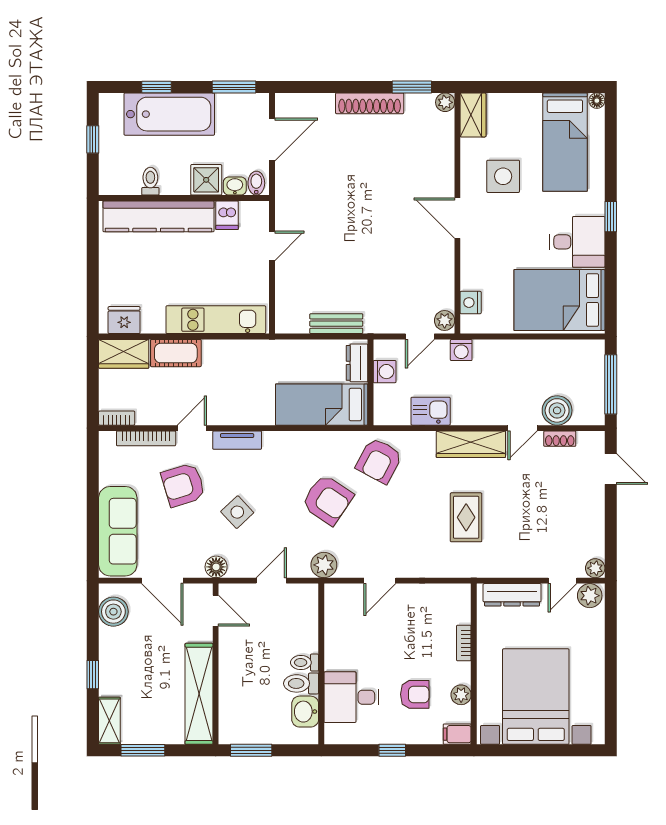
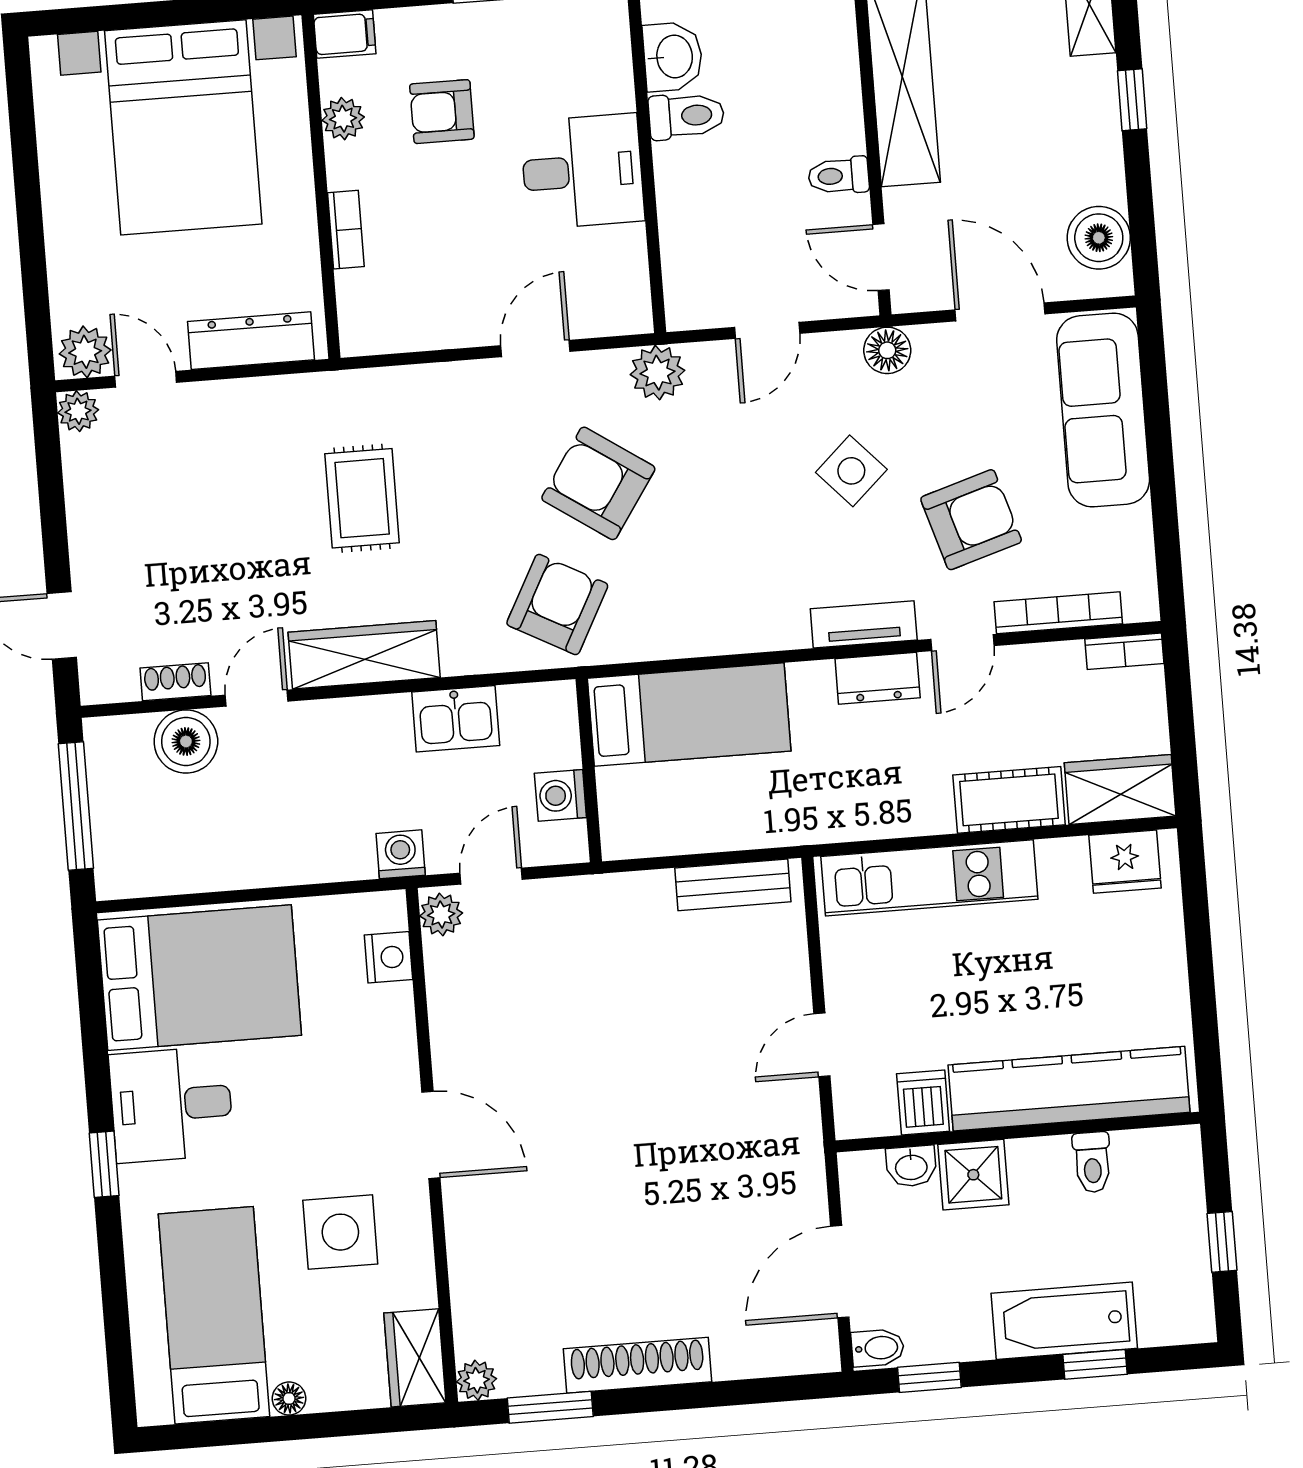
window: (234, 87) -> (929, 1377), width x0.67
floor lamp: (597, 101) -> (289, 1399), moved
bathtub: (169, 114) -> (1064, 1321), width x0.73, depth x0.73
bidet: (256, 183) -> (878, 1348), moved, turned -90
bench: (336, 324) -> (733, 885), moved
dresser: (357, 363) -> (878, 678), moved, turned 90
armchair: (327, 500) -> (598, 483), moved
door: (563, 581) -> (146, 379), hinge flipped
toilet: (304, 663) -> (839, 176), moved, turned 180
desk: (351, 697) -> (582, 171), moved

